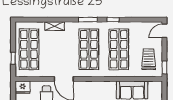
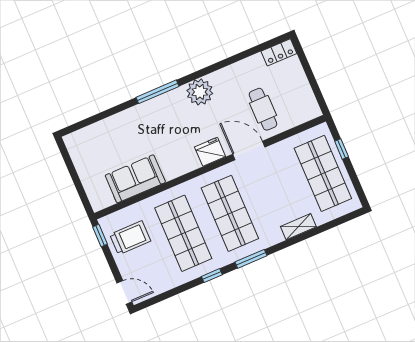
door: (164, 31) -> (124, 292), hinge flipped
trolley: (149, 59) -> (130, 238), turned -90
fridge: (23, 87) -> (210, 152), moved

